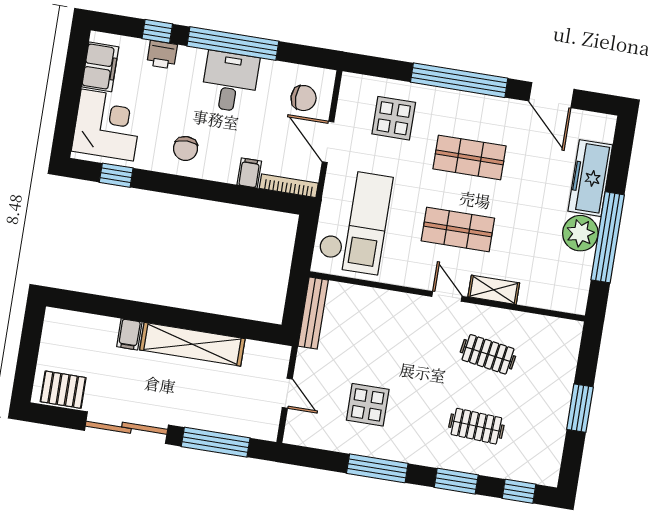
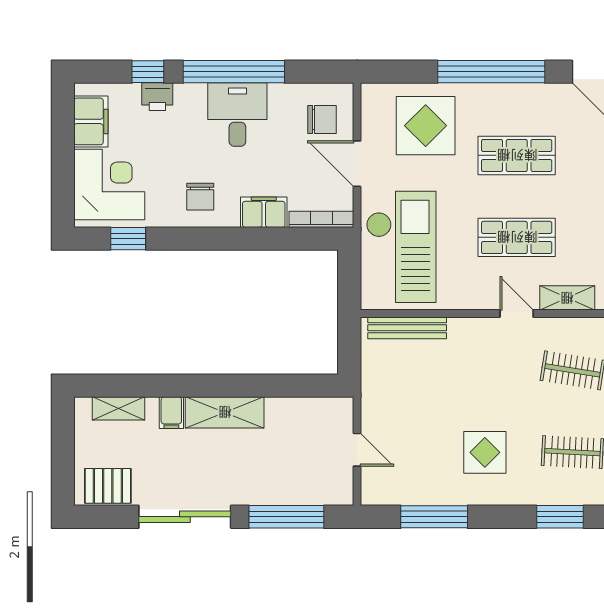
display table: (394, 118) -> (426, 126), width x1.36, depth x1.36
filing cabinet: (249, 173) -> (264, 212), width x2.00
bench: (313, 313) -> (407, 328), moved, turned 90
shelving: (84, 323) -> (118, 408), added
shelving: (192, 344) -> (225, 412), width x0.68
display table: (368, 405) -> (485, 452), moved
window: (377, 468) -> (434, 517), moved

